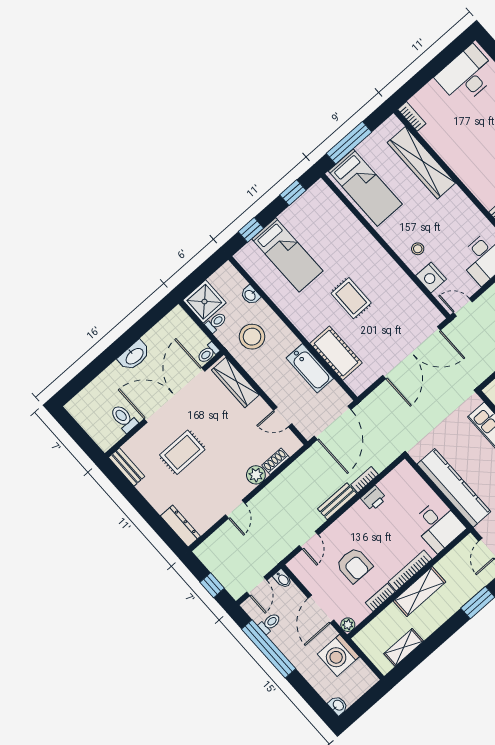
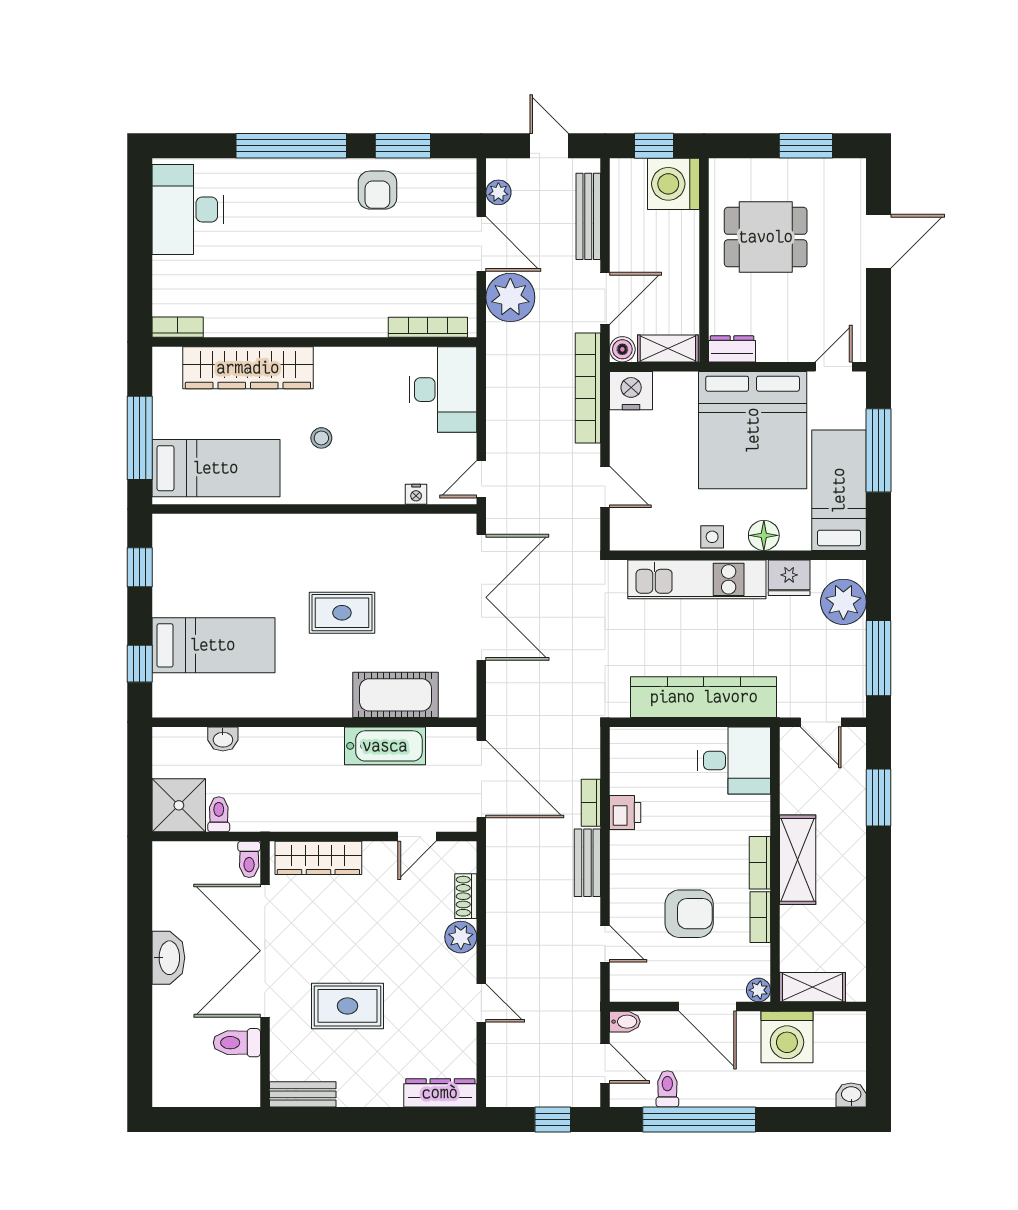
stool: (418, 249) -> (321, 438), moved
nightstand: (431, 277) -> (416, 494), width x0.53, depth x0.56
stool: (252, 337) -> (278, 784), removed
rug: (182, 452) -> (348, 1006), turned 90
bookcase: (410, 571) -> (760, 863), width x0.64
shelving: (404, 647) -> (812, 987), moved, turned 90

